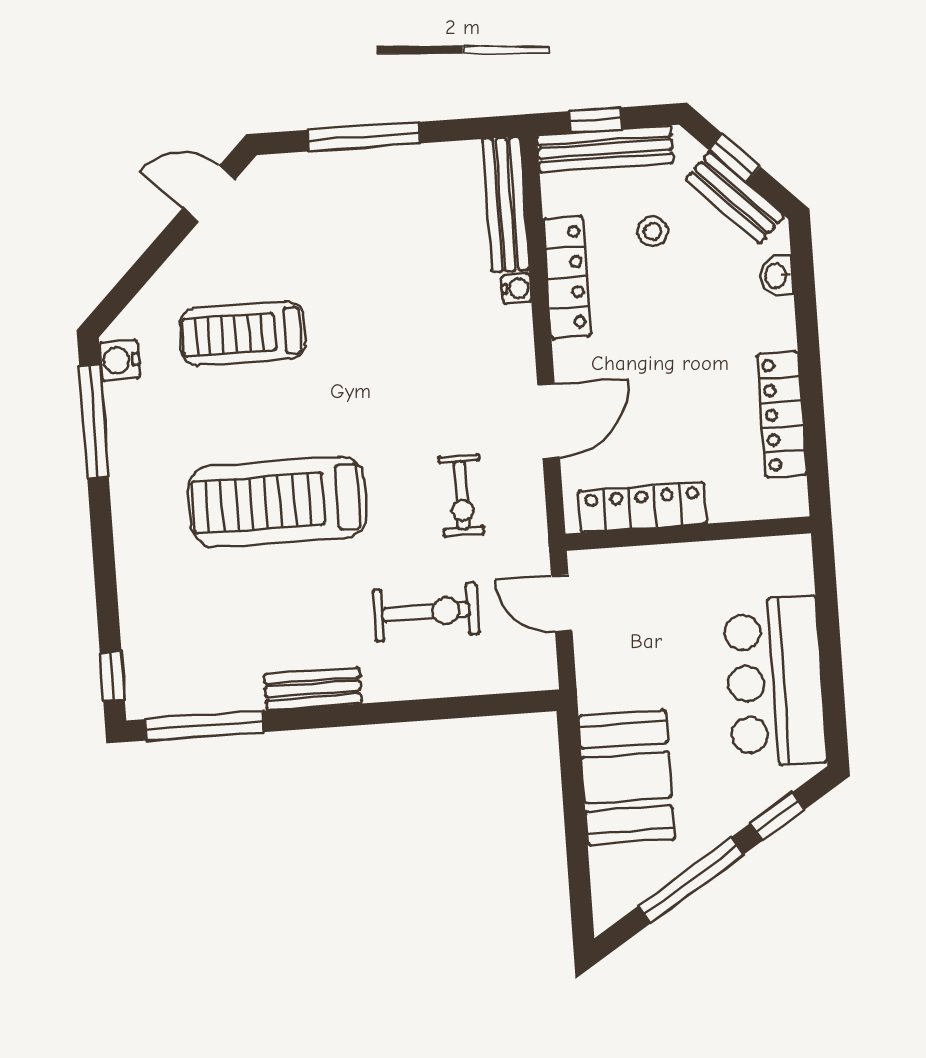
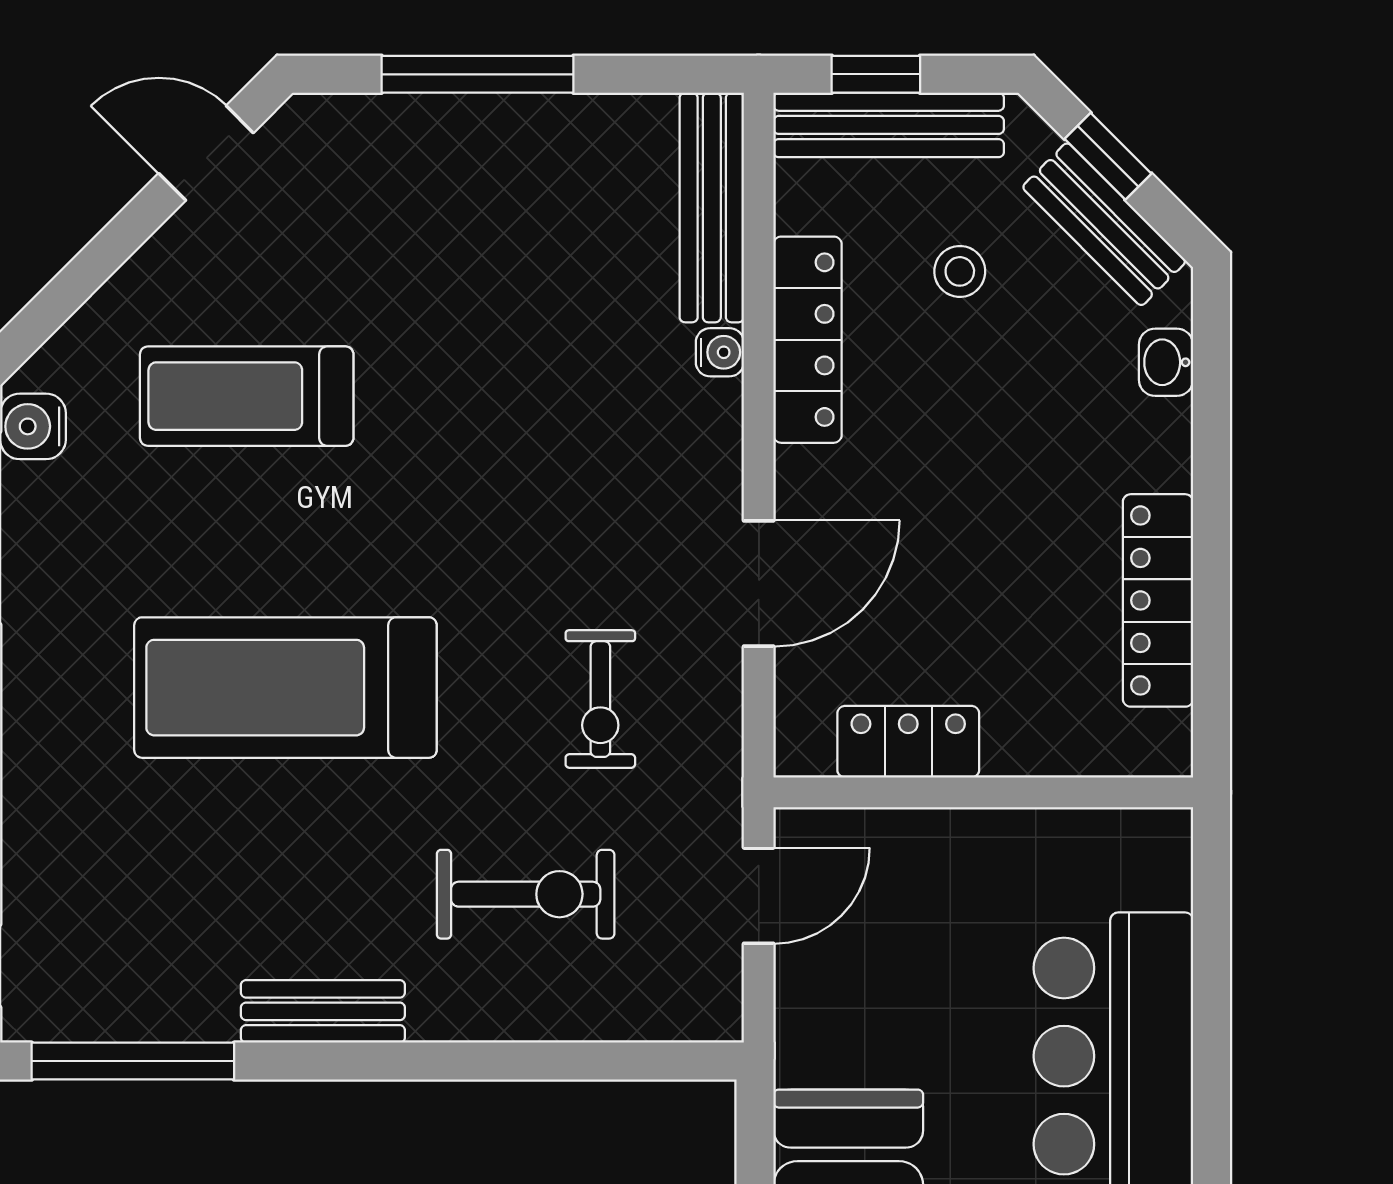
locker: (642, 507) -> (908, 742), width x0.66
door: (562, 603) -> (759, 896), swing flipped

